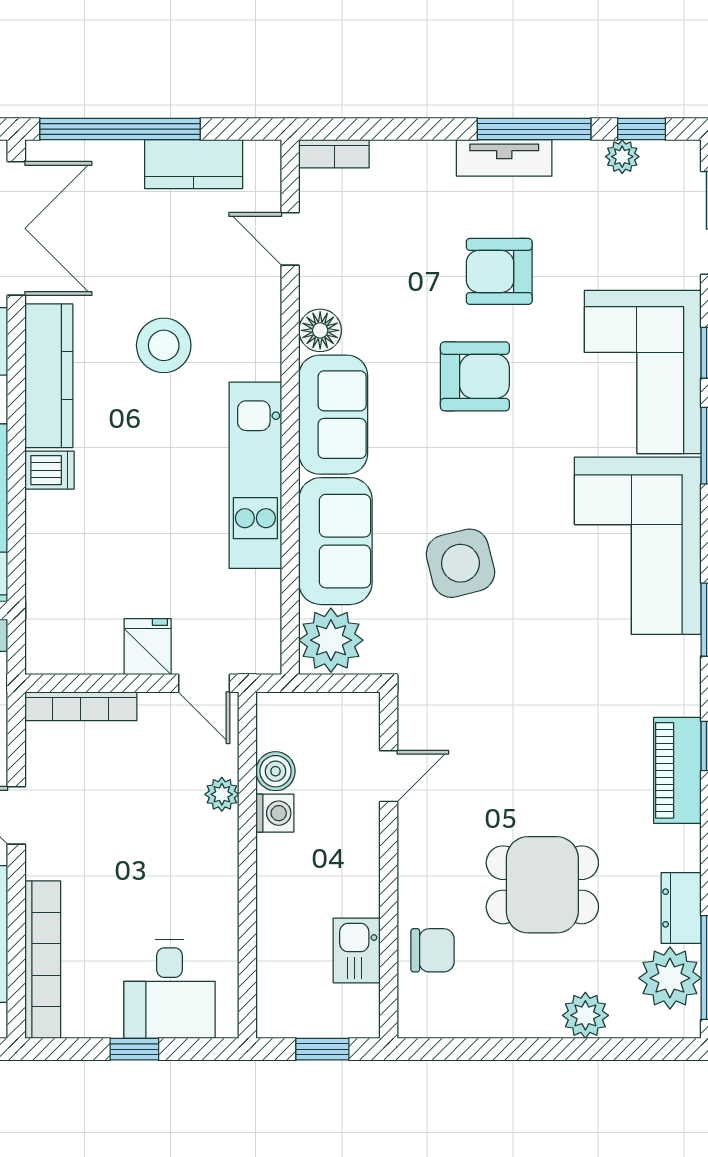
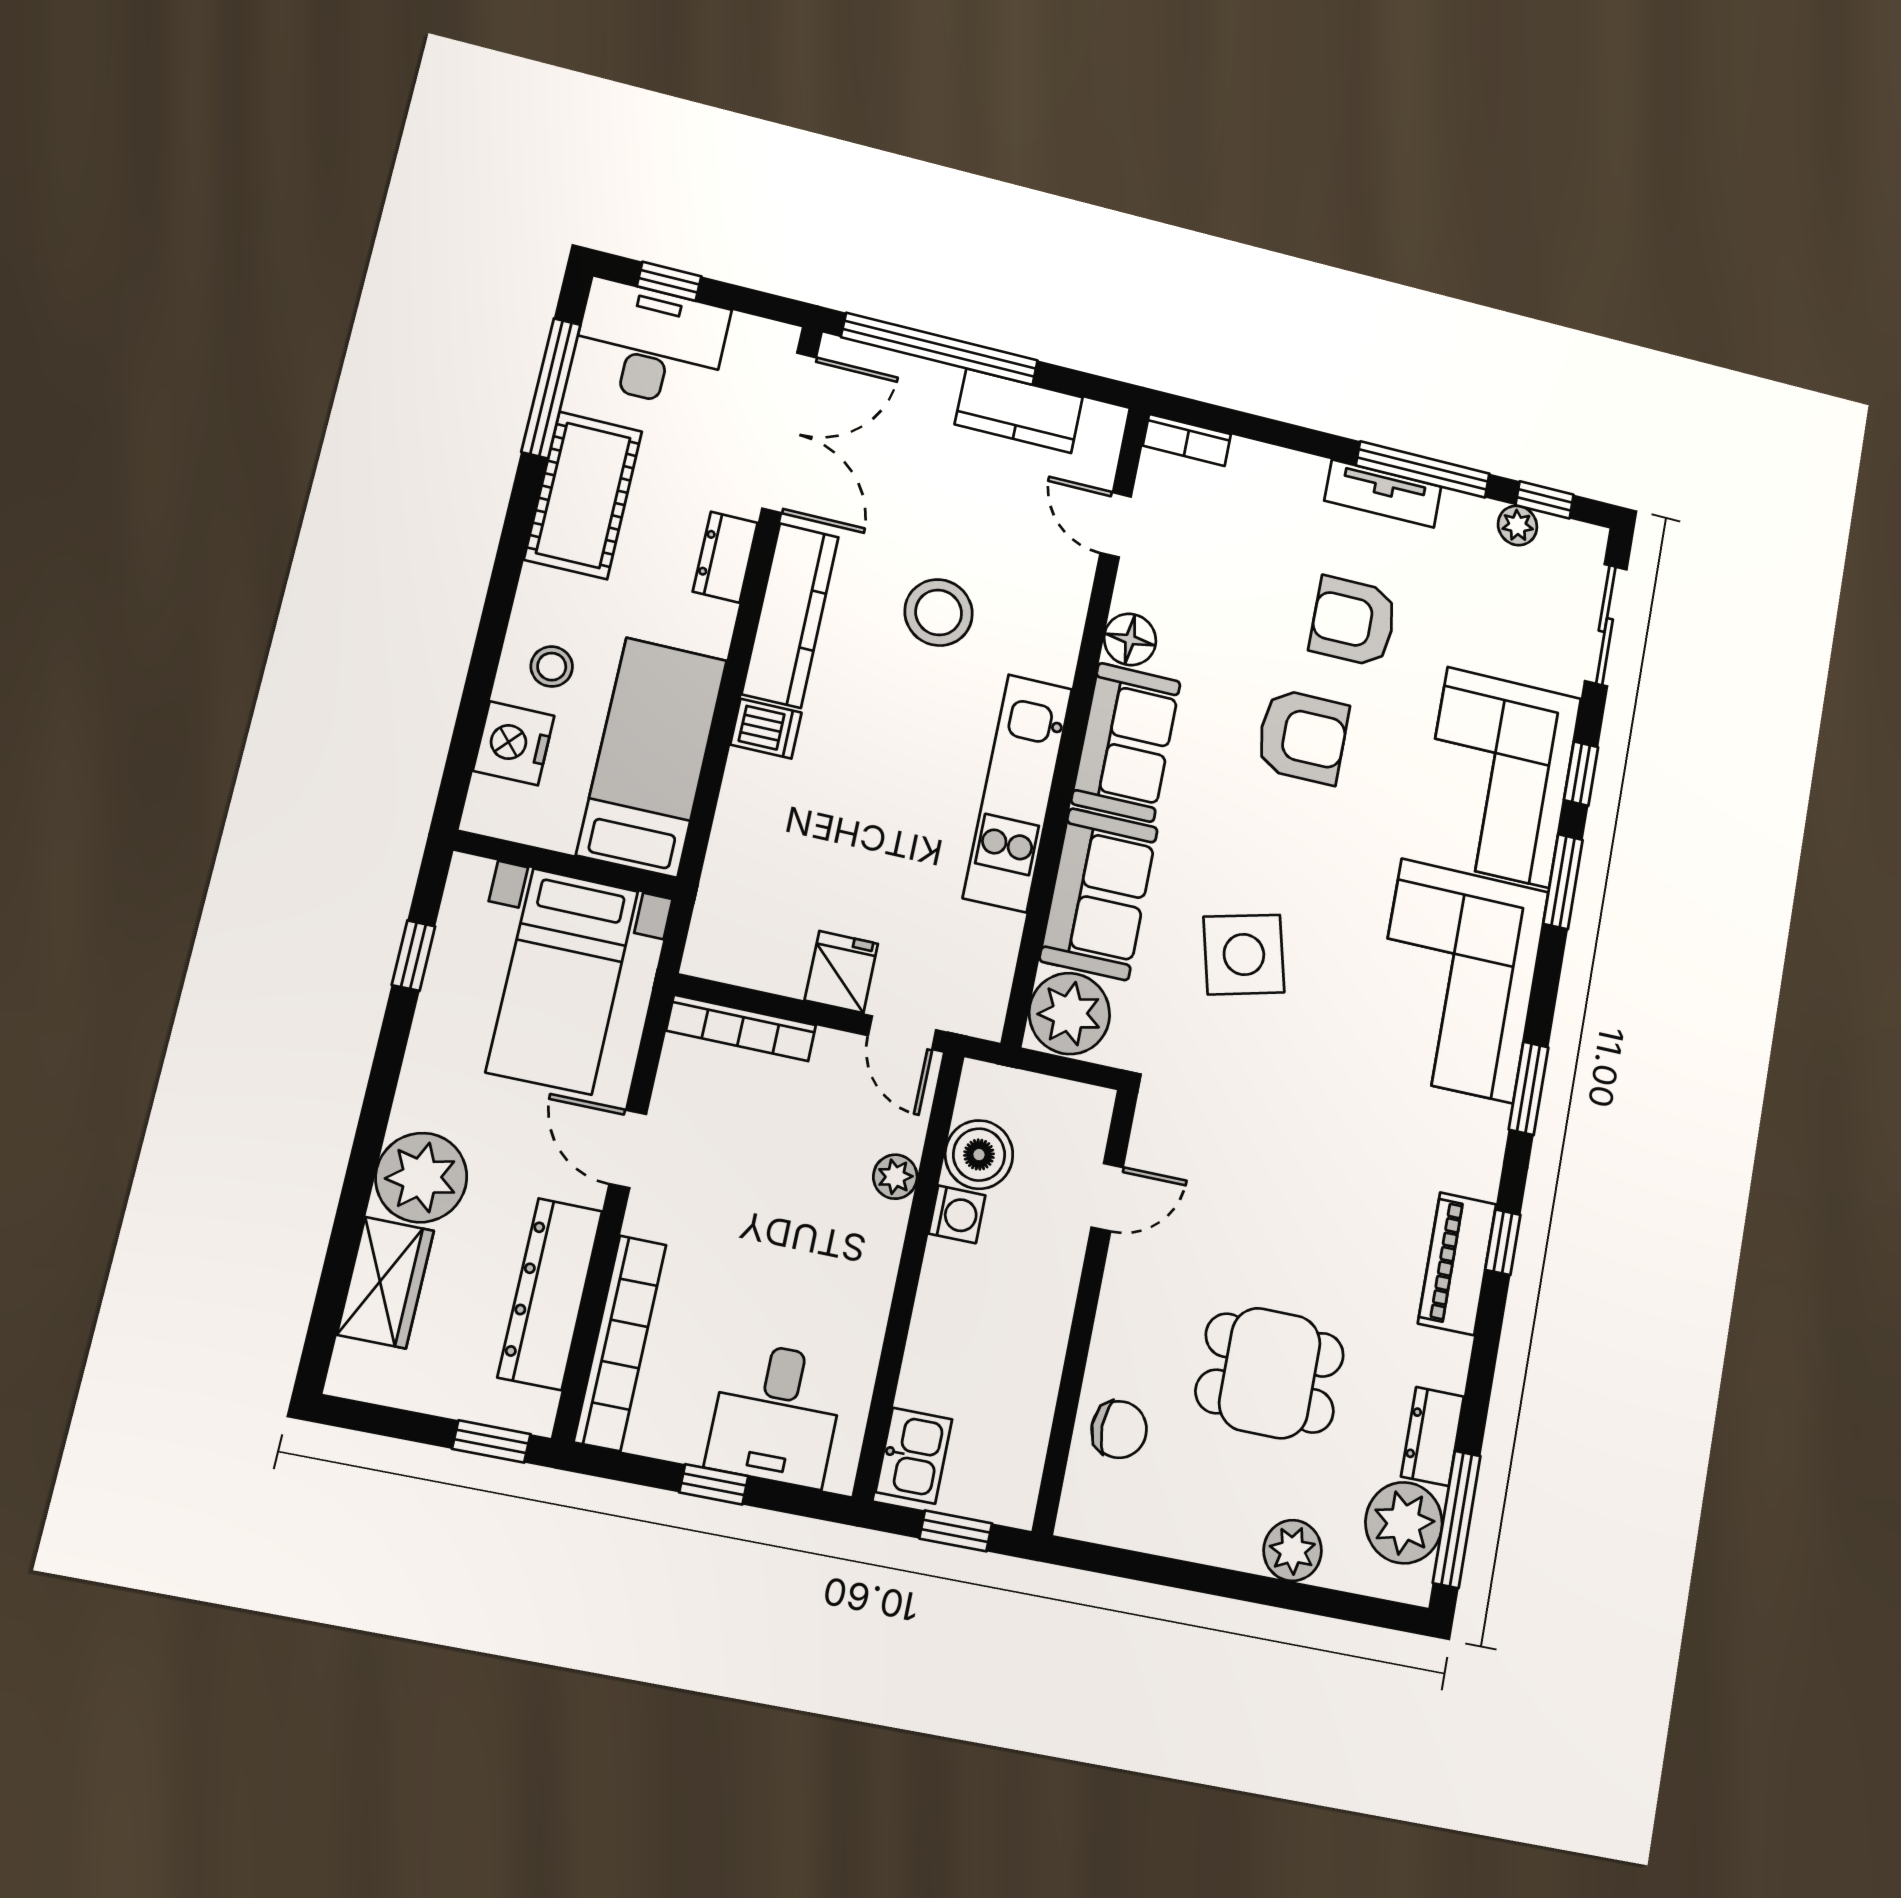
boiler: (275, 771) -> (979, 1155), width x1.36, depth x1.36
kitchen sink: (357, 950) -> (914, 1456), moved, turned 180

